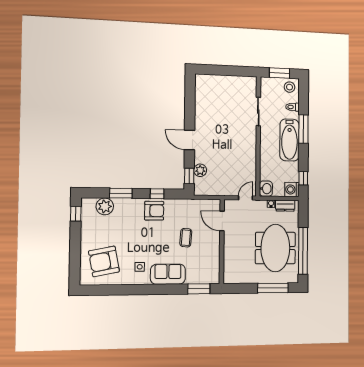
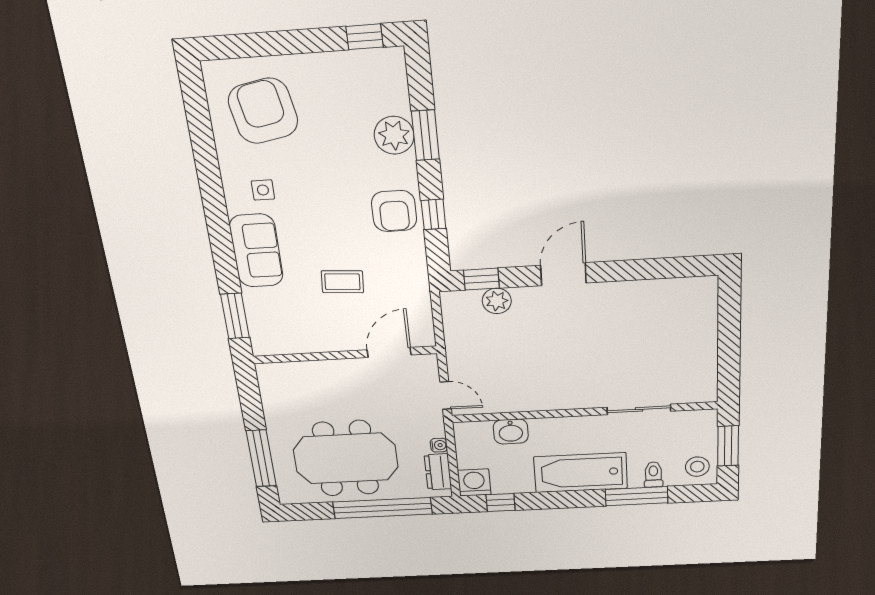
window: (303, 129) -> (637, 496), moved
washbasin: (266, 189) -> (511, 432), moved
plant: (105, 206) -> (394, 135), moved
window: (303, 251) -> (382, 508), moved

